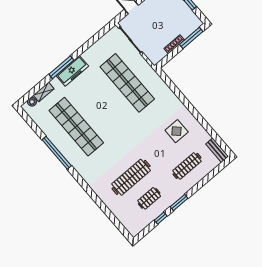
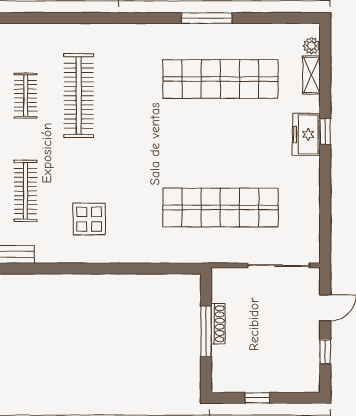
window: (191, 38) -> (206, 331), moved
window: (61, 67) -> (325, 131), width x0.46
freezer: (72, 71) -> (306, 134), width x0.71
window: (57, 153) -> (207, 18), width x0.68

